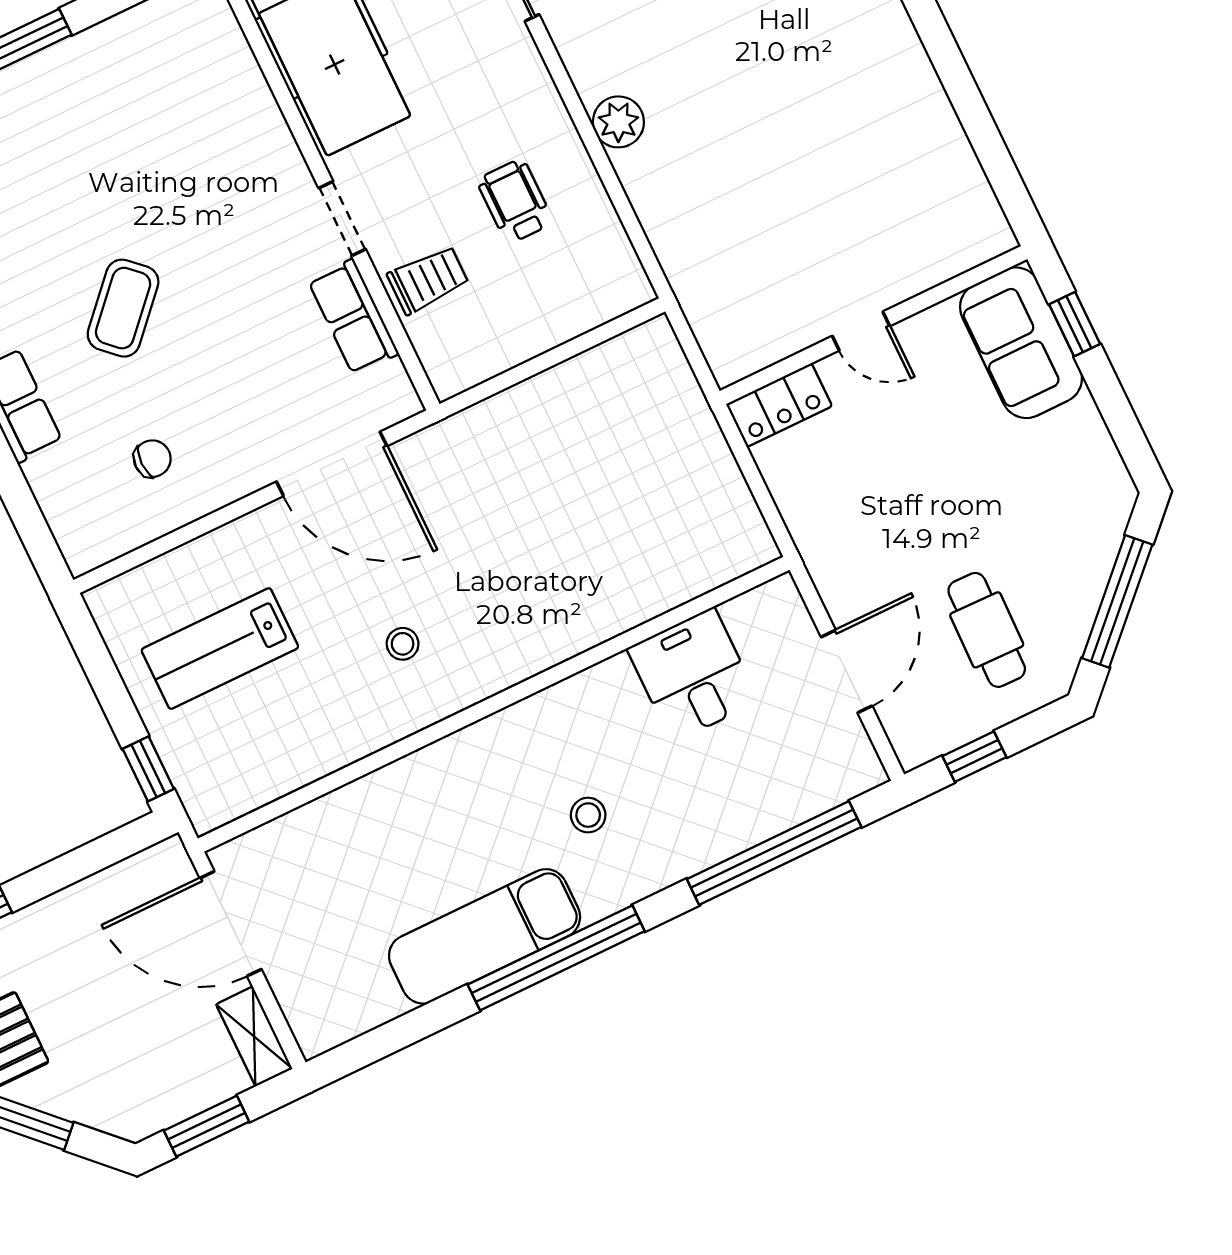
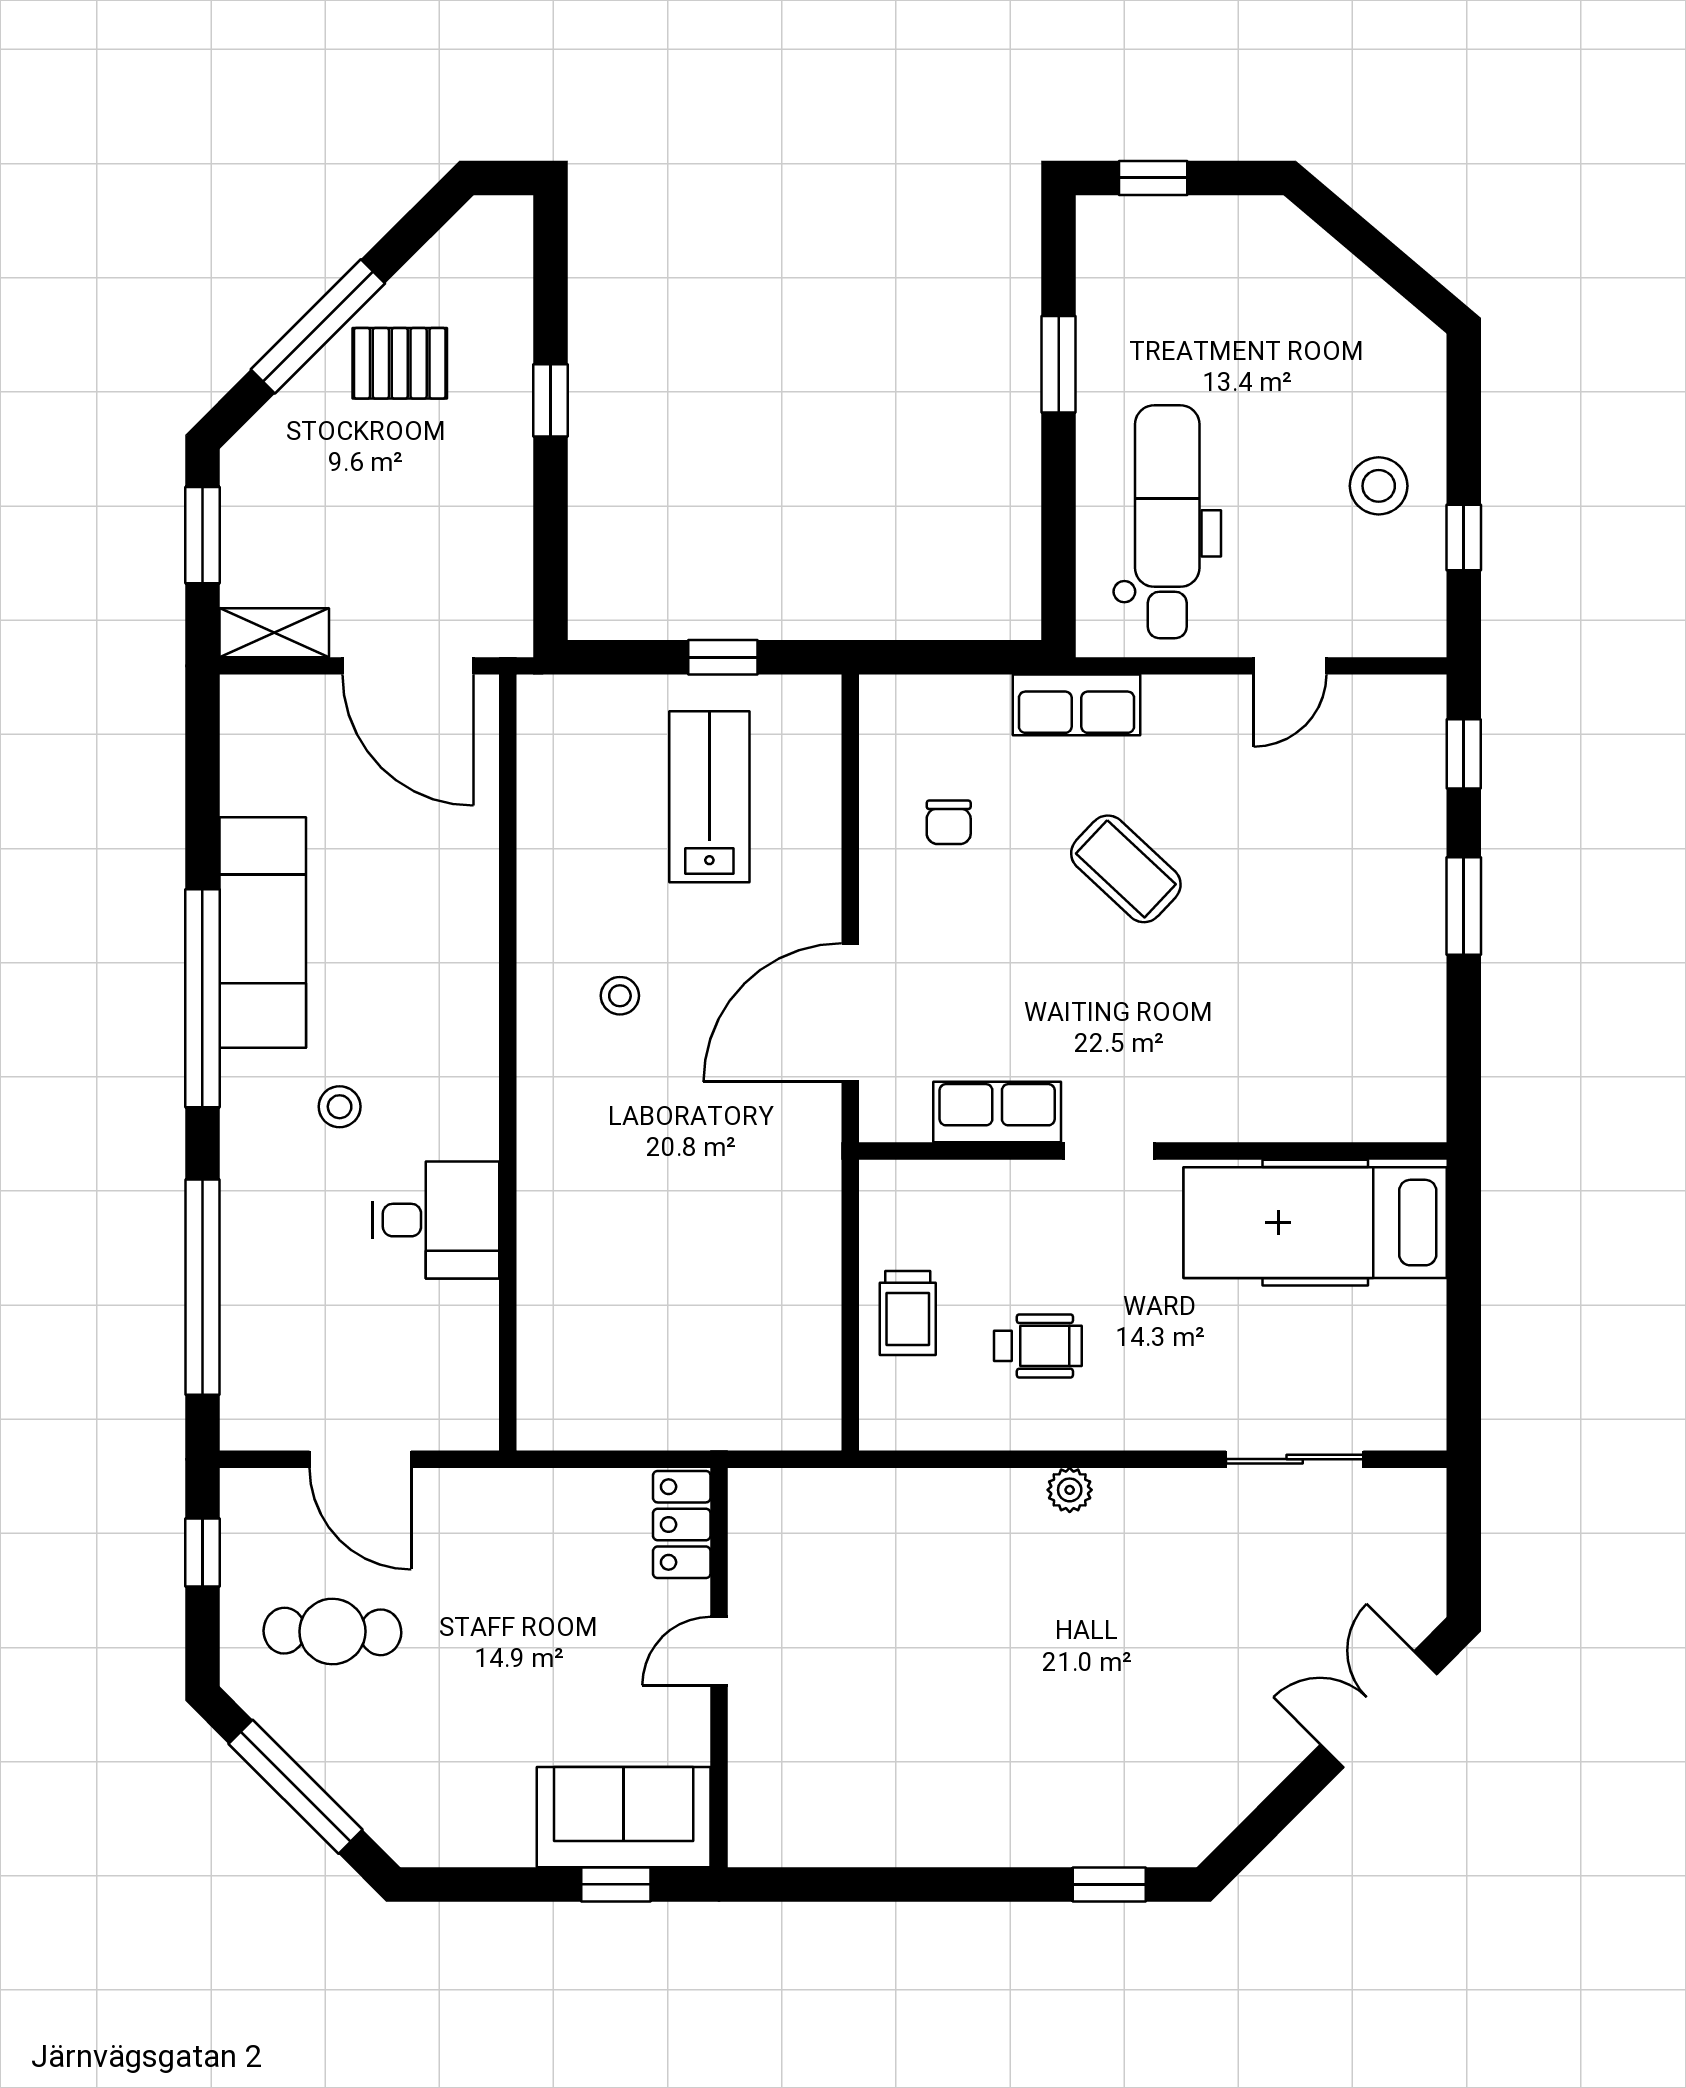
plant: (618, 122) -> (1070, 1490), width x0.73, depth x0.73
trolley: (428, 280) -> (908, 1313), moved
desk: (693, 675) -> (436, 1220), moved
window: (148, 769) -> (723, 657), moved
door: (231, 924) -> (408, 666), swing flipped

